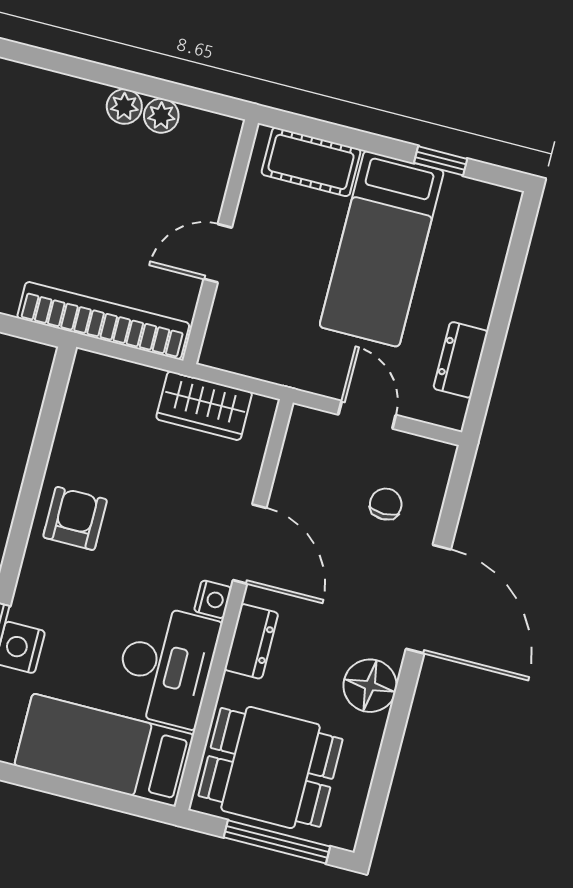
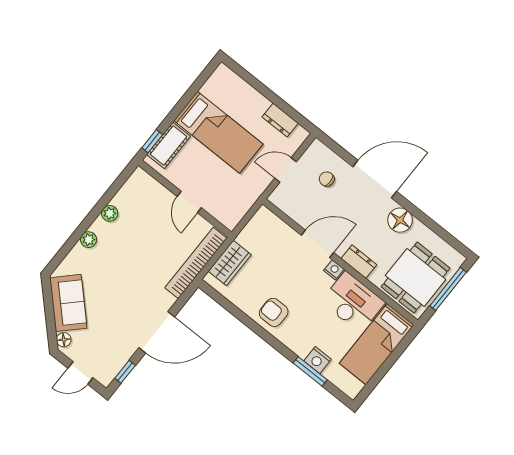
plant: (161, 116) -> (89, 240), moved
window: (441, 161) -> (152, 141), moved
wardrobe: (204, 406) -> (230, 263), moved

